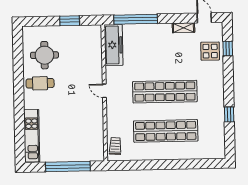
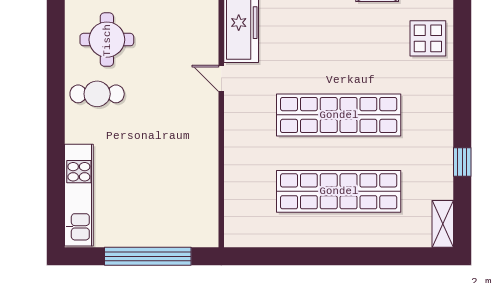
window: (228, 49) -> (462, 34), removed
door: (104, 91) -> (221, 78), moved
trolley: (115, 146) -> (240, 219), removed
shelving: (220, 147) -> (443, 224), added

